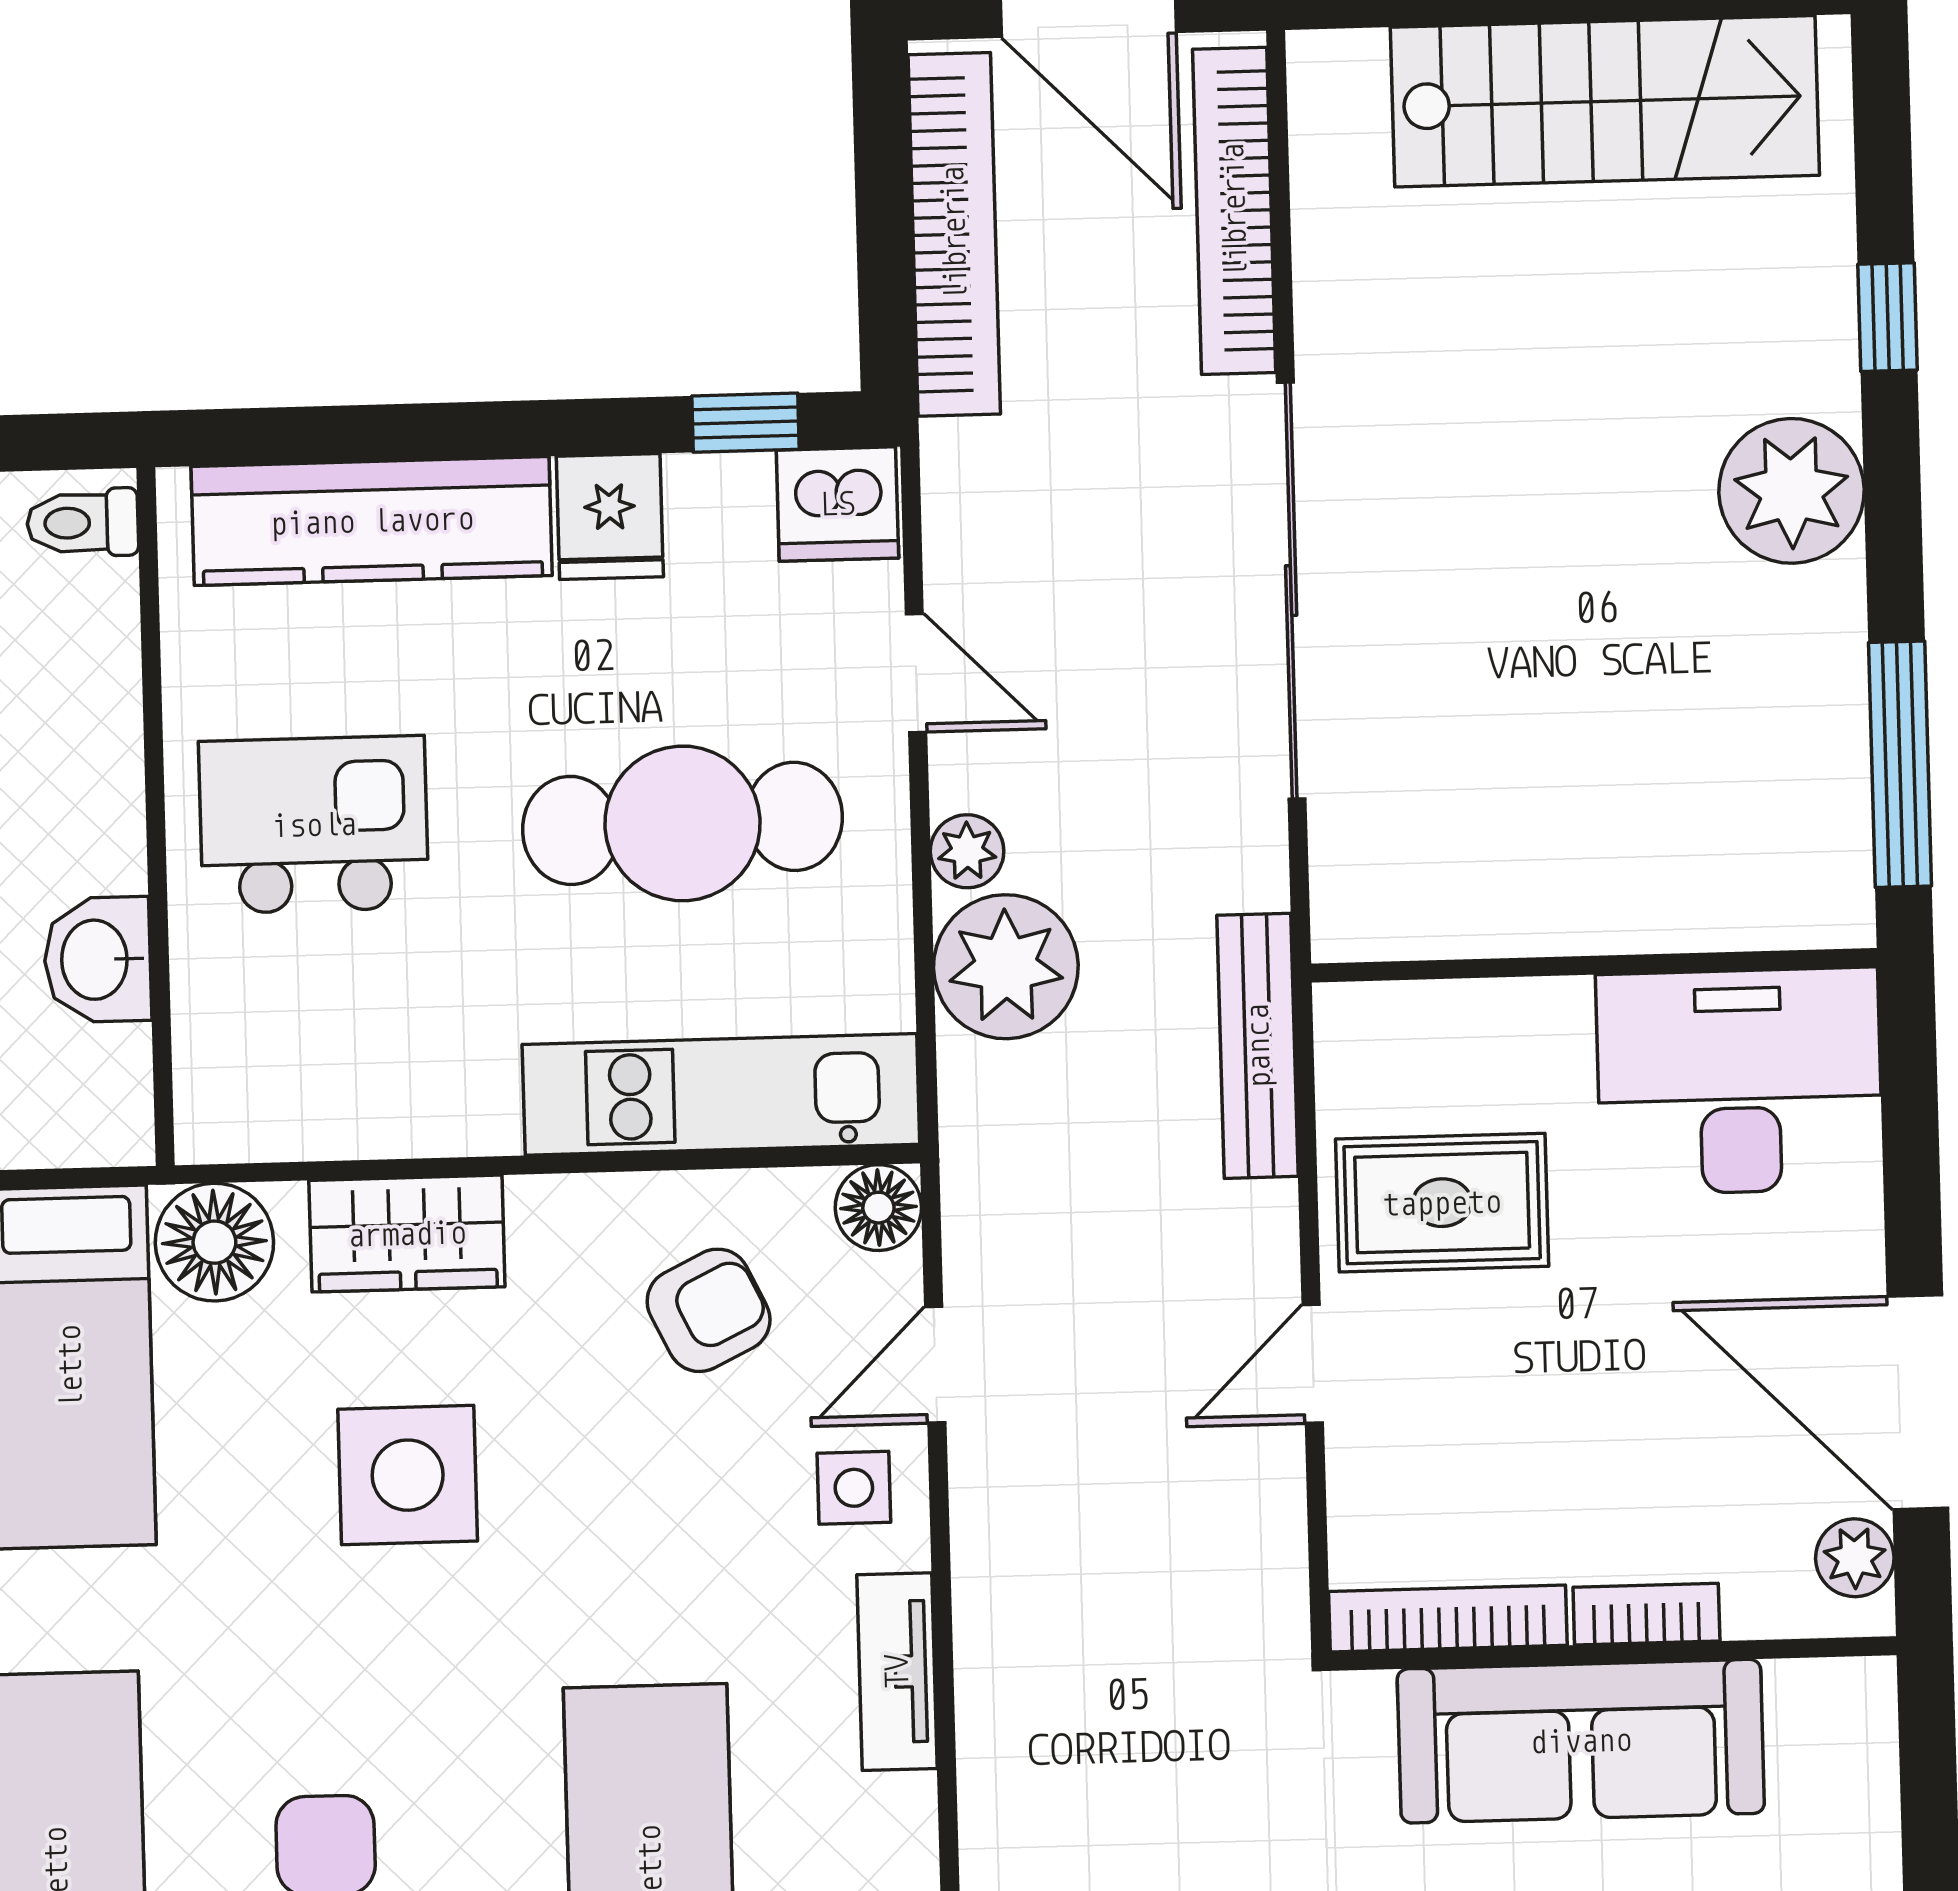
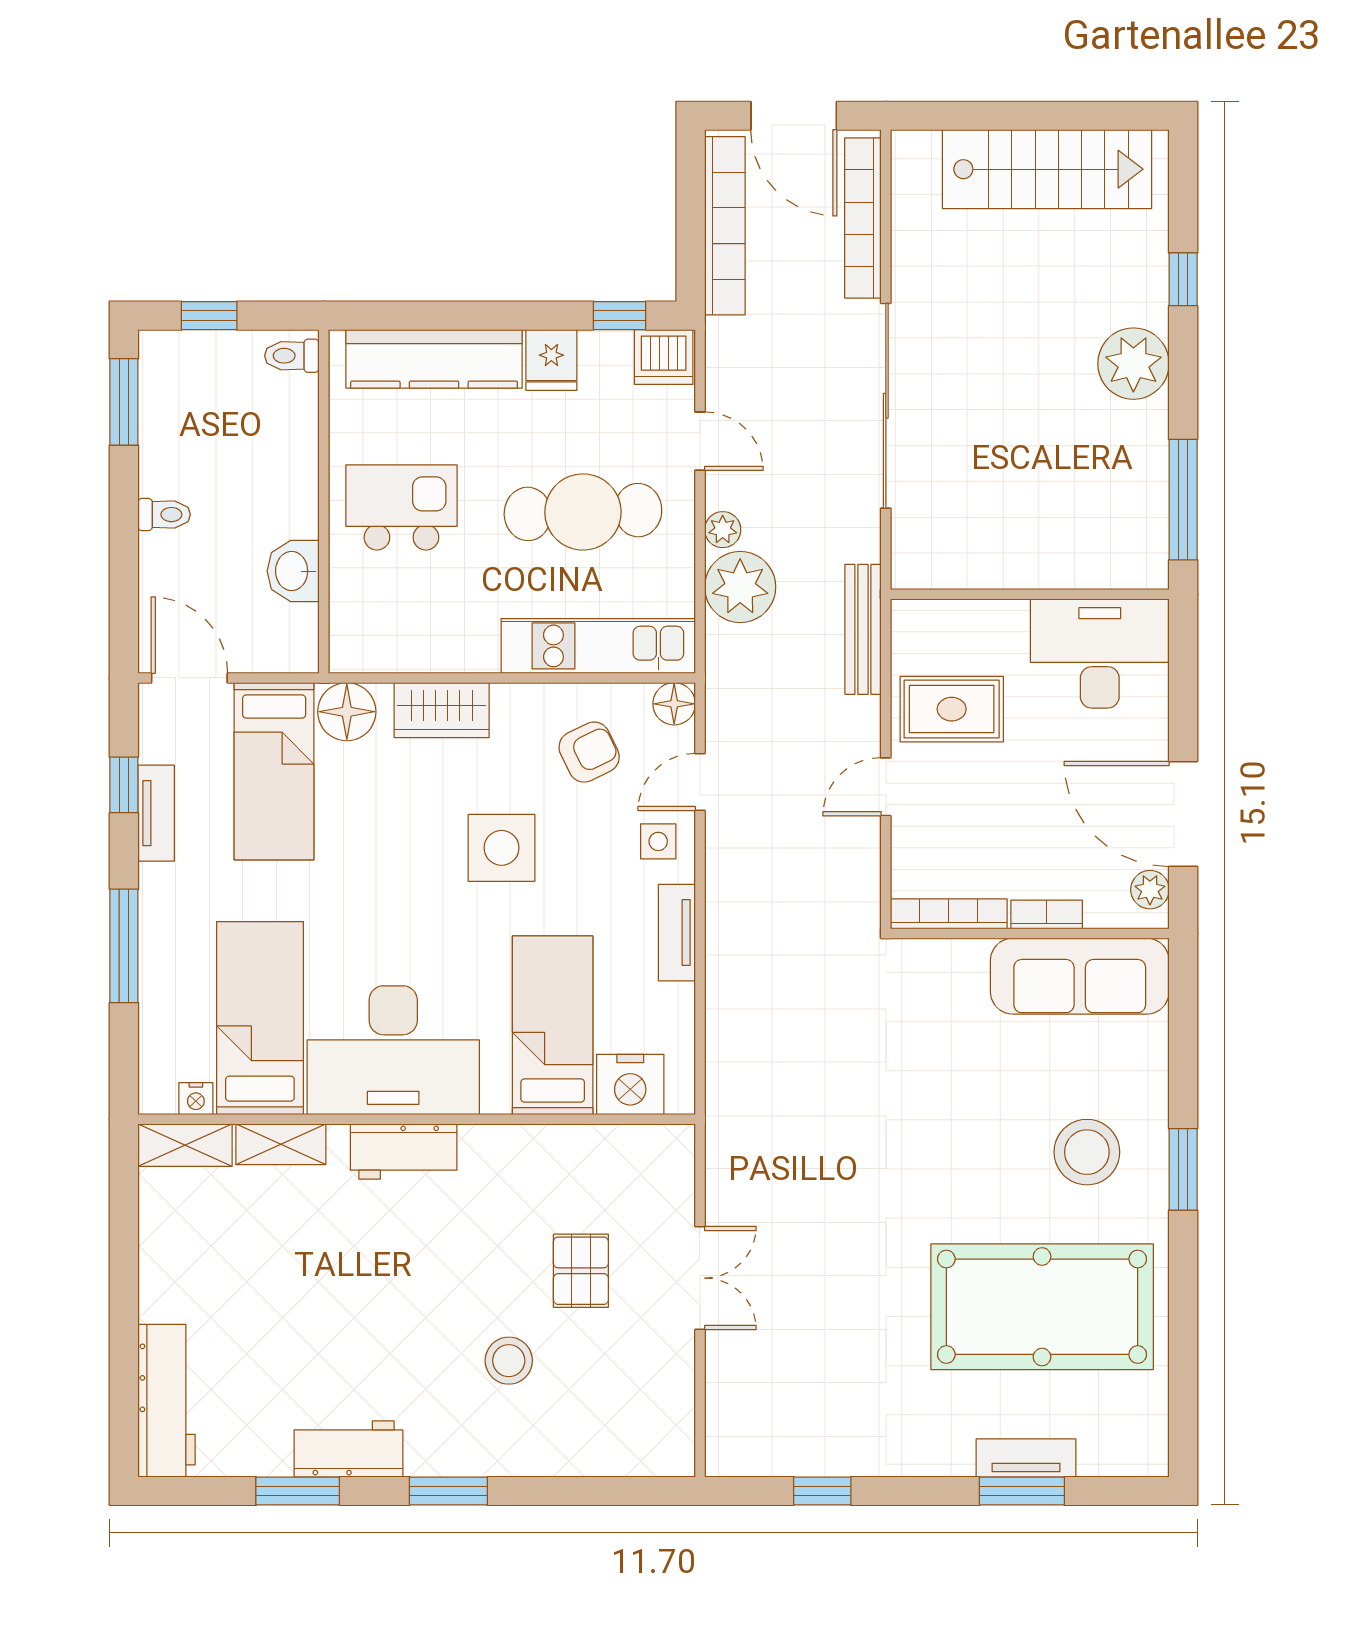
side table: (408, 1475) -> (502, 848), moved
sofa: (1581, 1741) -> (1080, 976), moved

